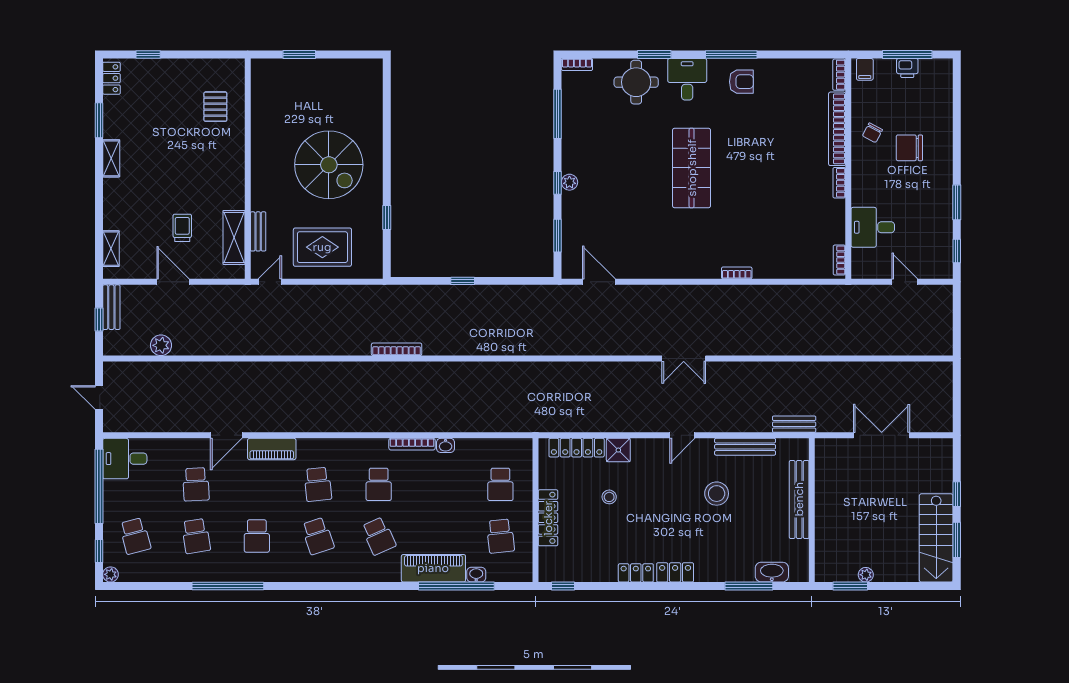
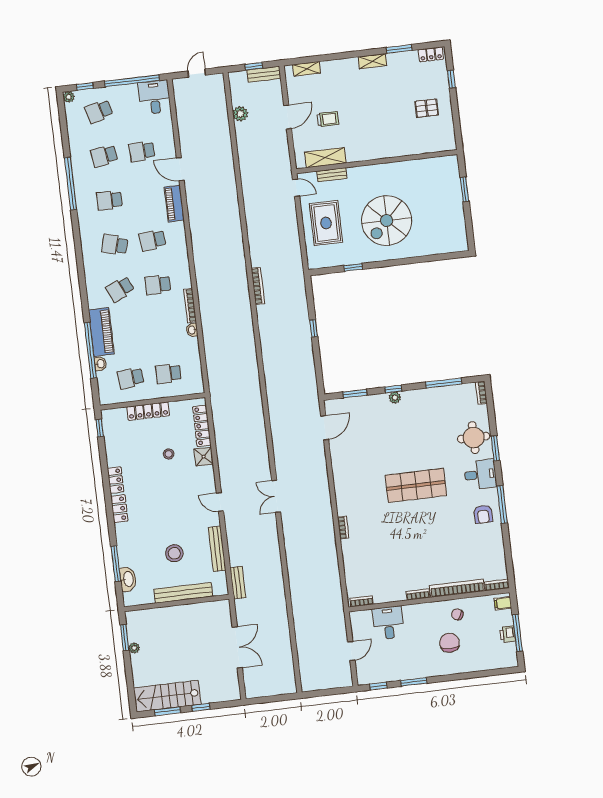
pallet: (215, 107) -> (427, 108), moved
stool: (717, 494) -> (174, 553), moved
school desk: (318, 536) -> (115, 245), turned 33

